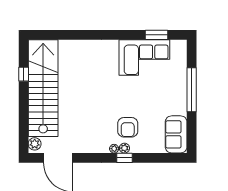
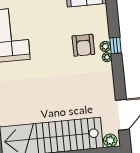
armchair: (128, 127) -> (83, 45), turned 90

